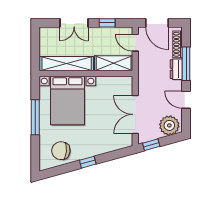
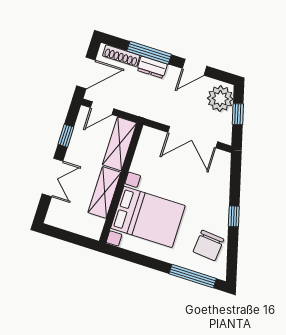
shelving: (67, 64) -> (104, 192), width x0.68
window: (35, 117) -> (193, 276), moved
window: (151, 145) -> (238, 114), moved

